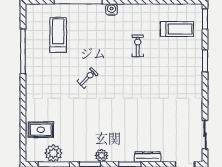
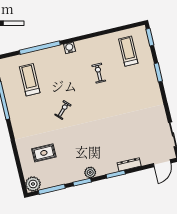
treadmill: (177, 29) -> (128, 51), turned -90
rug: (41, 130) -> (44, 153), moved
plant: (53, 153) -> (33, 184), moved

